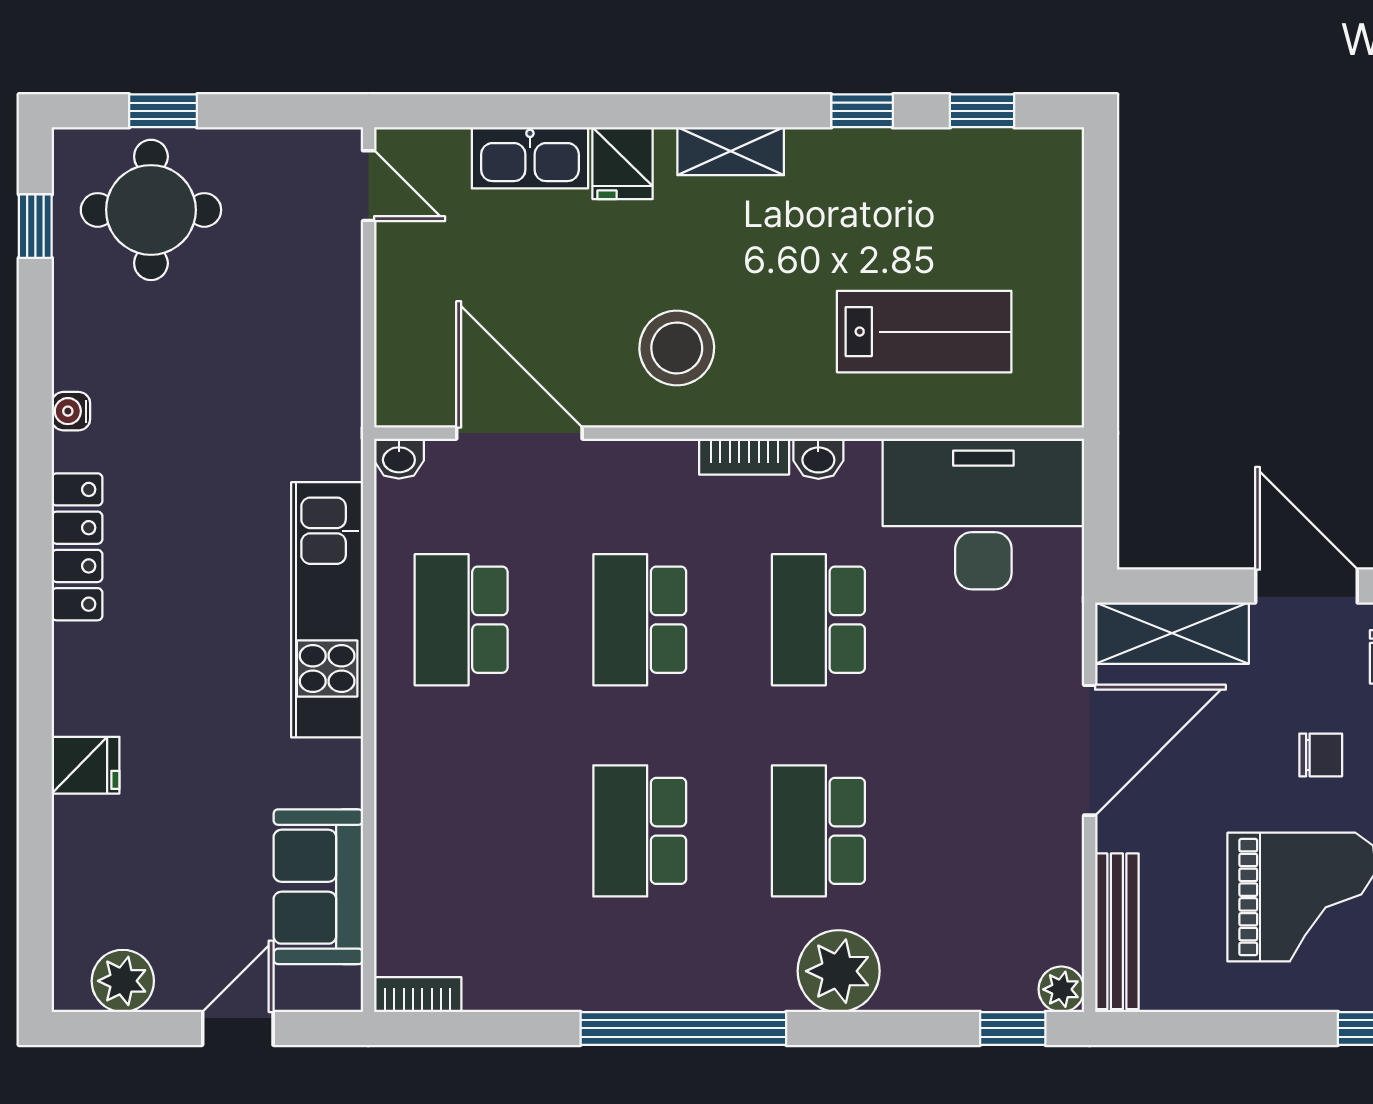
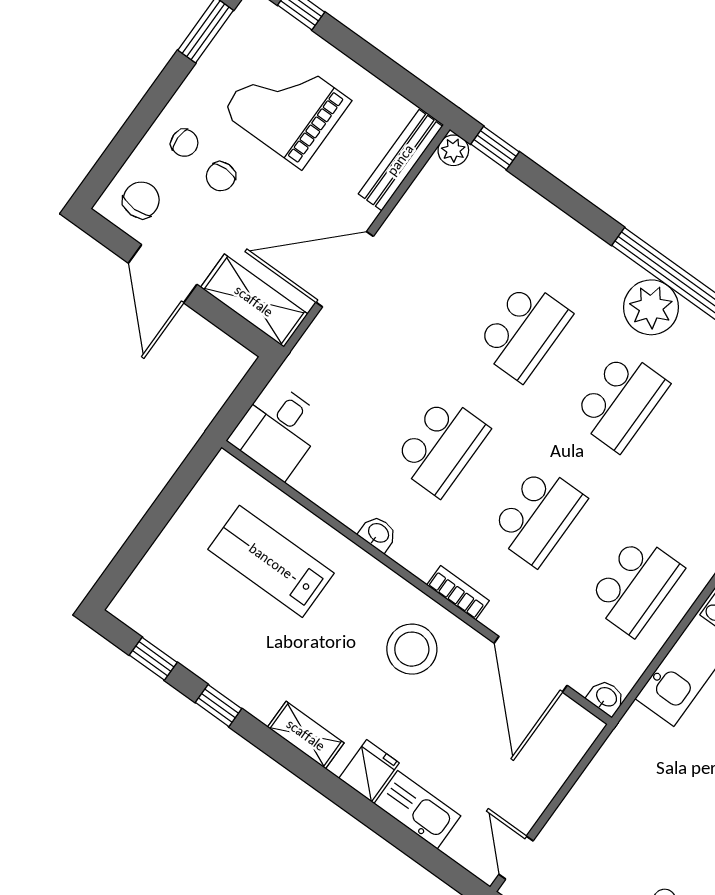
bookcase: (744, 457) -> (458, 593), moved
desk: (983, 514) -> (278, 430), width x0.53, depth x0.77
chair: (1321, 755) -> (221, 176), turned -90
plant: (839, 971) -> (651, 307), moved

